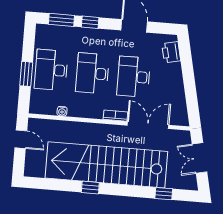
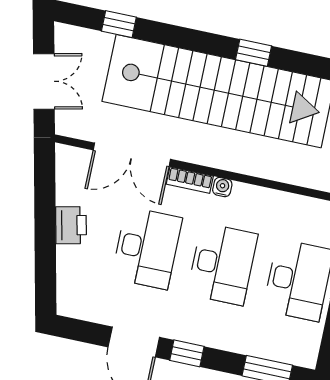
window: (90, 22) -> (187, 353), moved
printer: (171, 52) -> (71, 225), moved
water cooler: (62, 111) -> (222, 187), moved

